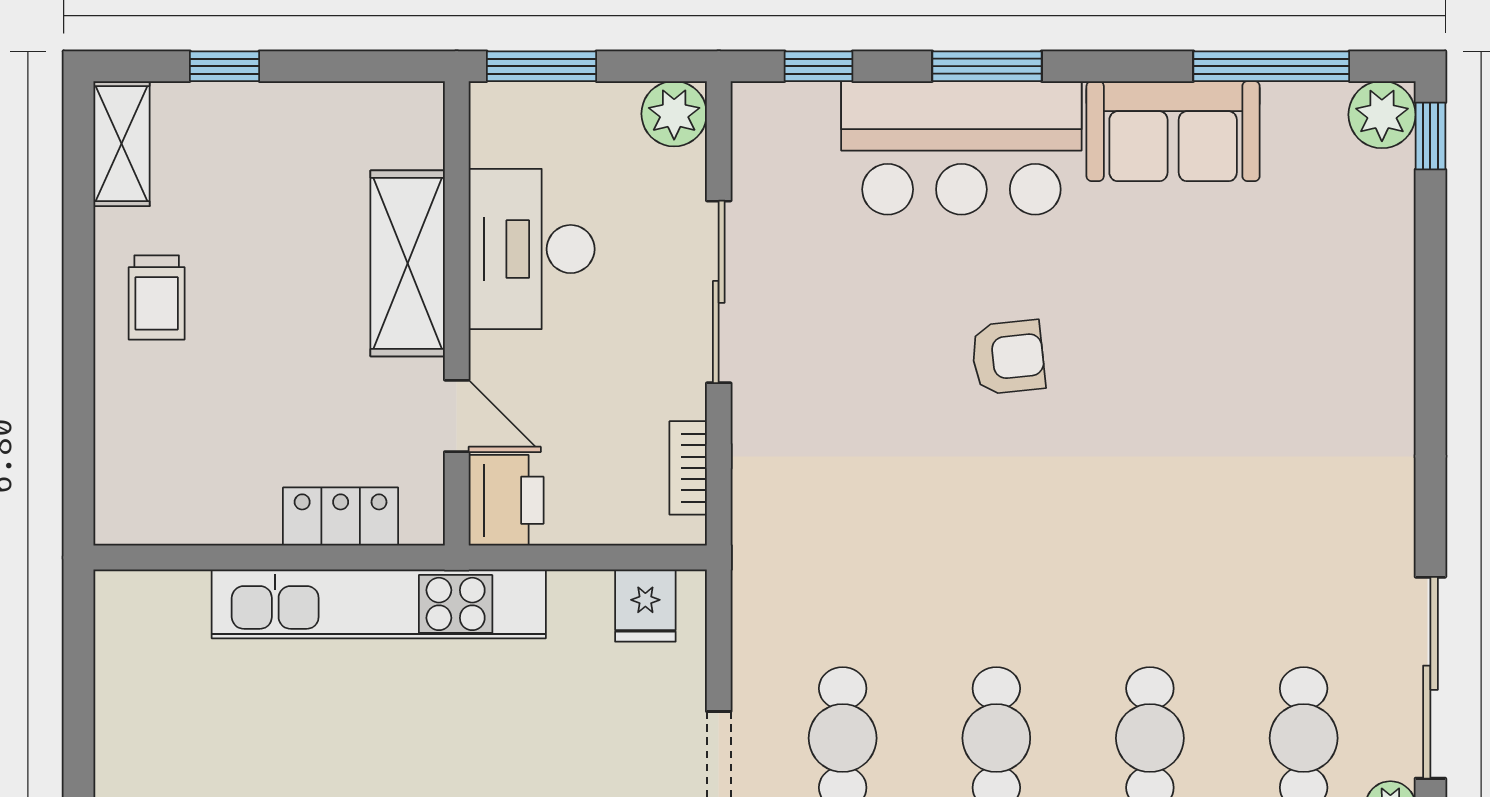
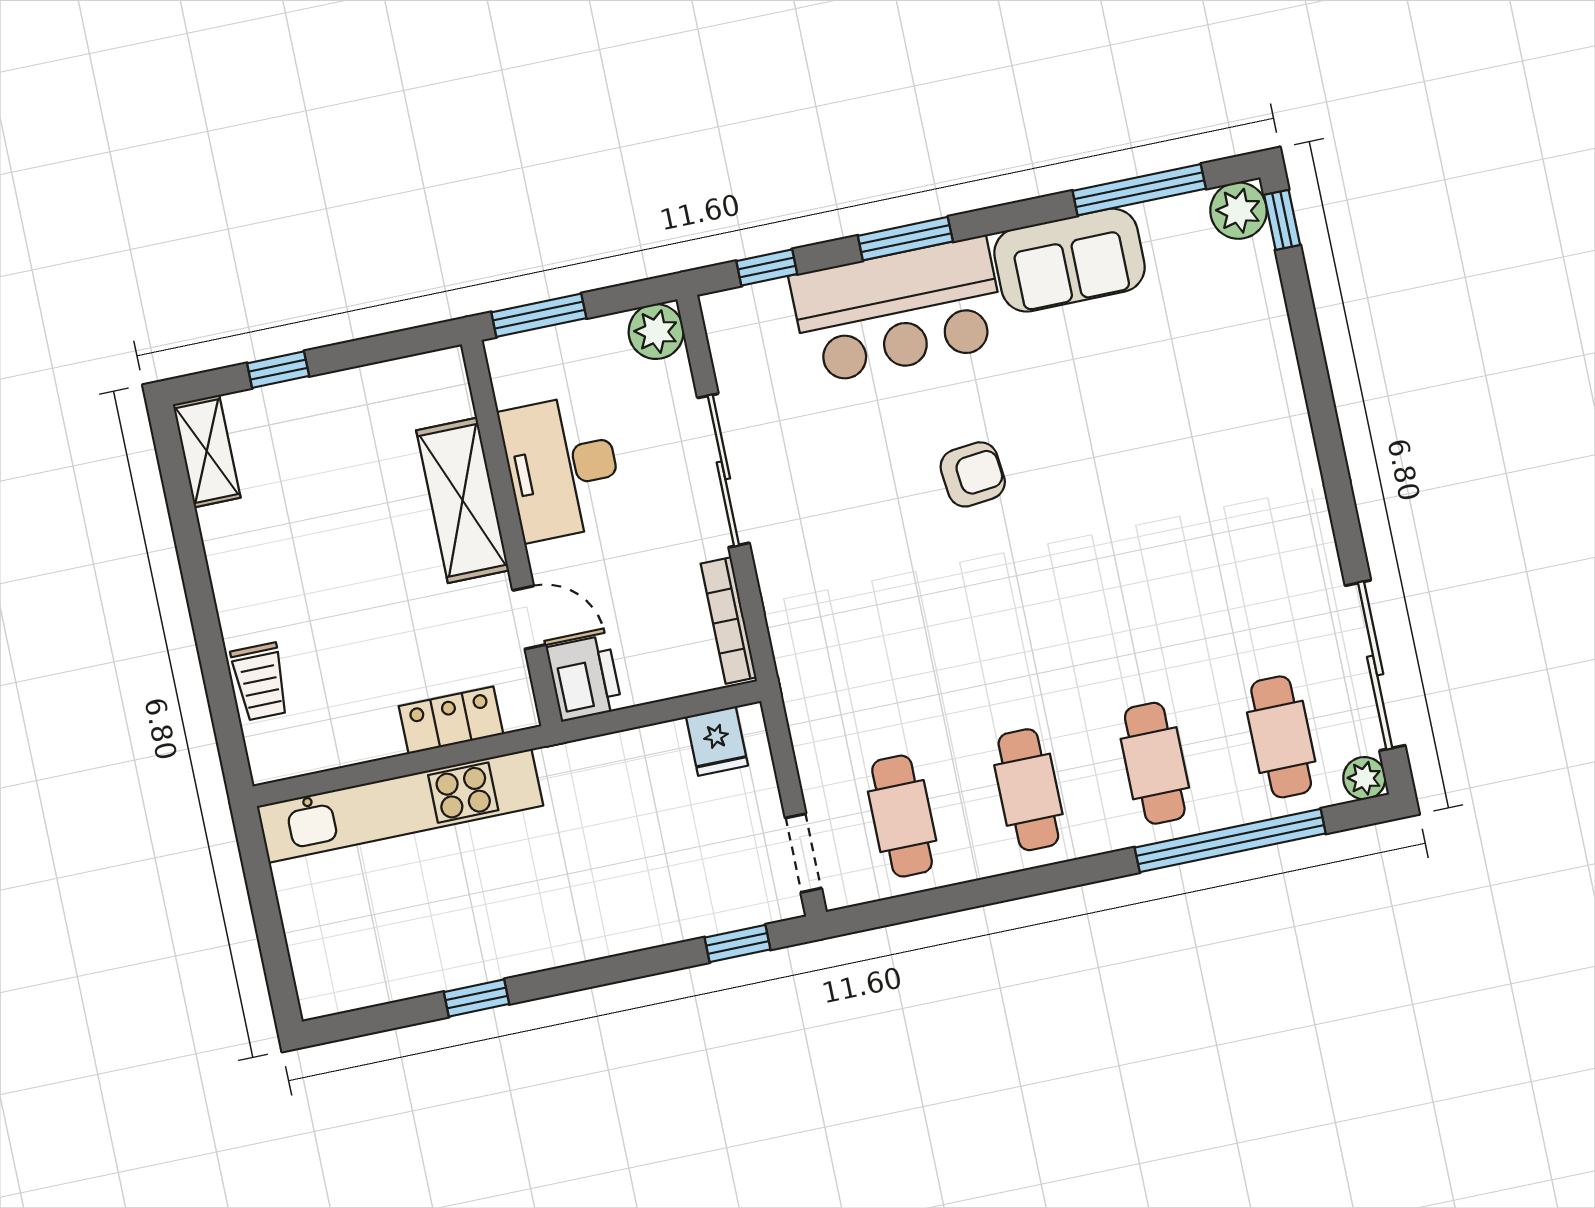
trolley: (157, 297) -> (260, 682), moved
bookcase: (688, 468) -> (728, 620), width x1.56
kitchen unit: (379, 604) -> (400, 806), moved

